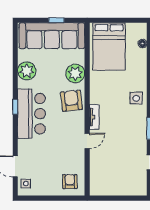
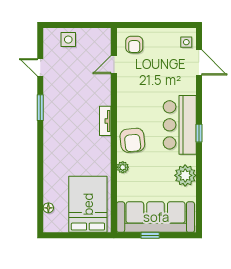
plant: (75, 73) -> (123, 167), width x0.53, depth x0.53
side table: (136, 98) -> (68, 40), moved
door: (87, 141) -> (114, 65), moved

